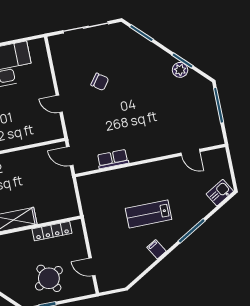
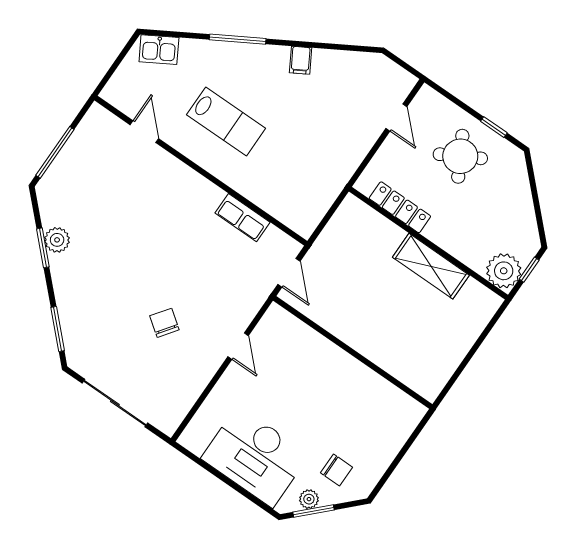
lab bench: (149, 214) -> (226, 121), moved

